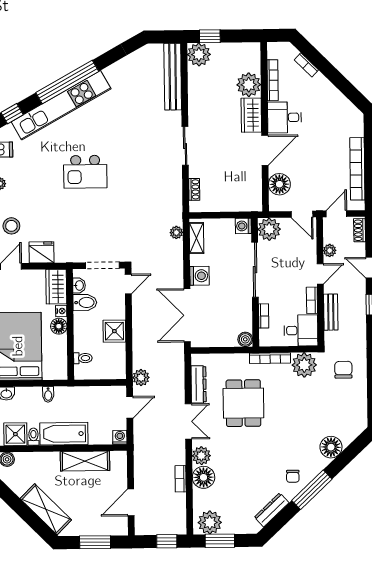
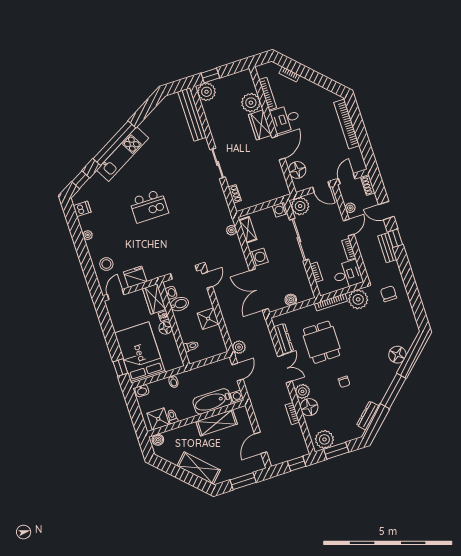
kitchen unit: (61, 105) -> (123, 154), width x0.73
bookcase: (357, 169) -> (347, 124), moved
bench: (331, 312) -> (387, 248), moved
boiler: (245, 339) -> (291, 300), moved
bathtub: (64, 434) -> (212, 401), moved
chair: (293, 476) -> (344, 382), moved

